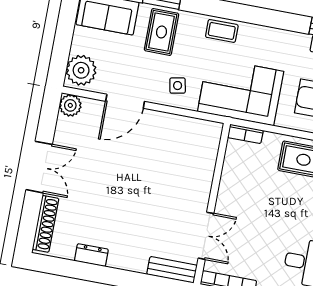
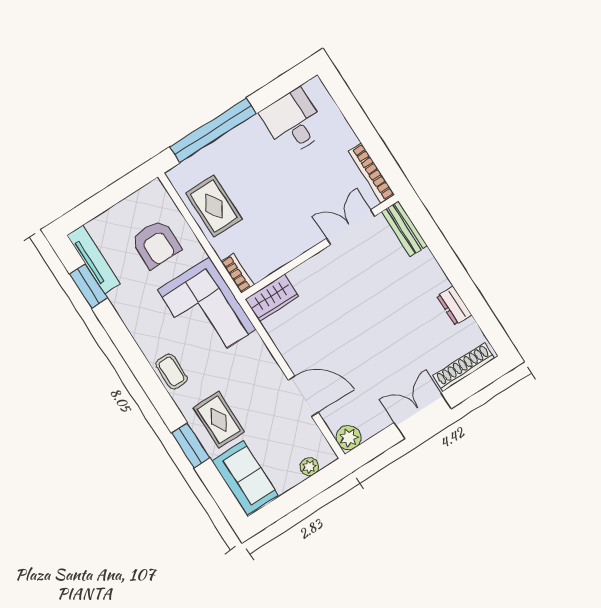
rug: (161, 32) -> (219, 420), turned 90
plant: (81, 70) -> (309, 467), width x0.53, depth x0.53
side table: (178, 86) -> (250, 366), removed
wardrobe: (208, 141) -> (272, 298), added

